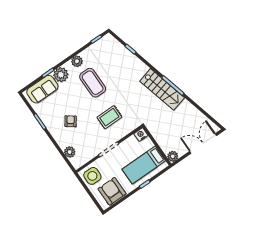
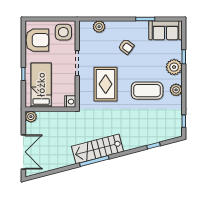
sofa: (42, 89) -> (166, 30), moved, turned -90
rug: (109, 117) -> (106, 84), width x1.36, depth x1.43

